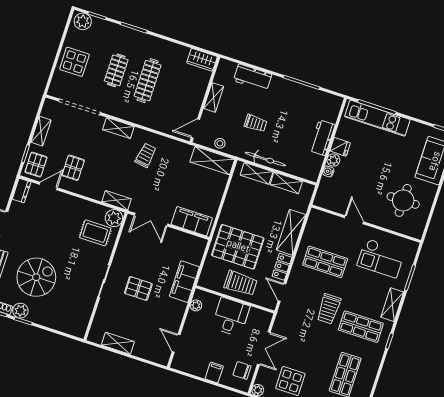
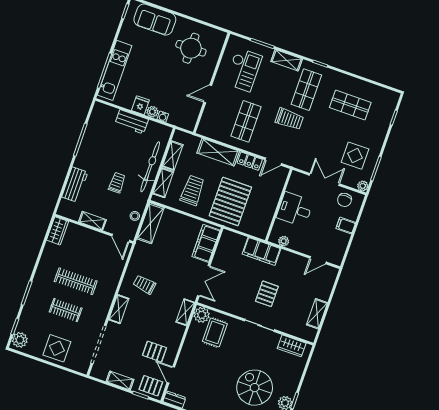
bicycle: (265, 159) -> (150, 167), width x1.37, depth x1.40
trolley: (241, 283) -> (192, 190), moved
wardrobe: (82, 316) -> (292, 346), added

